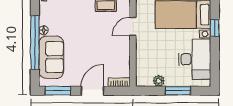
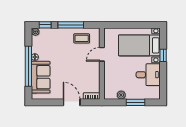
desk: (195, 59) -> (148, 75), width x0.73
window: (58, 91) -> (46, 102), removed
door: (92, 91) -> (72, 102), hinge flipped

